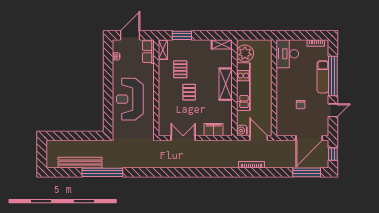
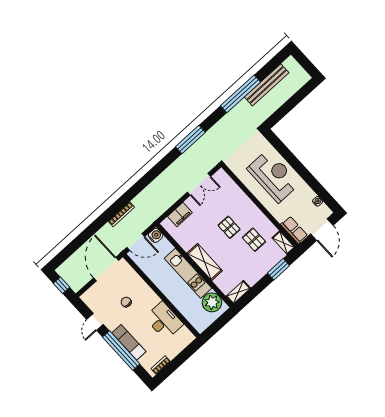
desk: (287, 54) -> (164, 321), moved
door: (309, 138) -> (106, 269), moved
window: (307, 172) -> (190, 140), moved

